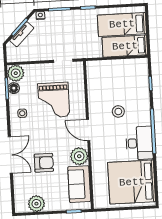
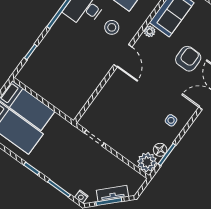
grand piano: (54, 100) -> (132, 109), removed
stool: (118, 111) -> (112, 27), moved
plant: (79, 156) -> (150, 31), width x0.53, depth x0.53
armchair: (44, 163) -> (188, 59), turned 90

